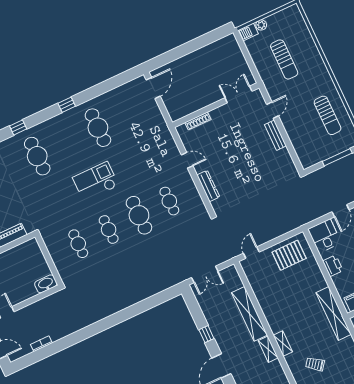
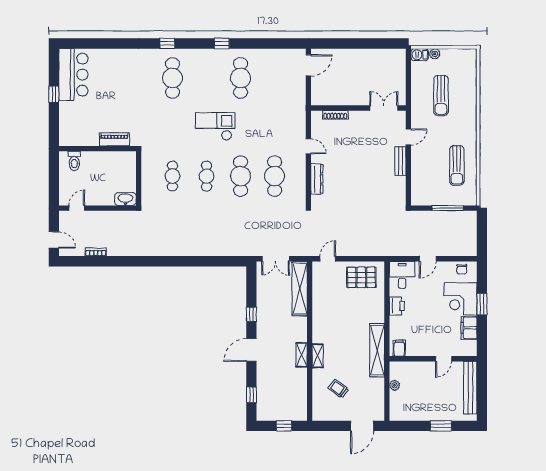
cafe table: (169, 201) -> (275, 176), width x1.37, depth x1.35
shelving: (249, 314) -> (300, 289), moved

